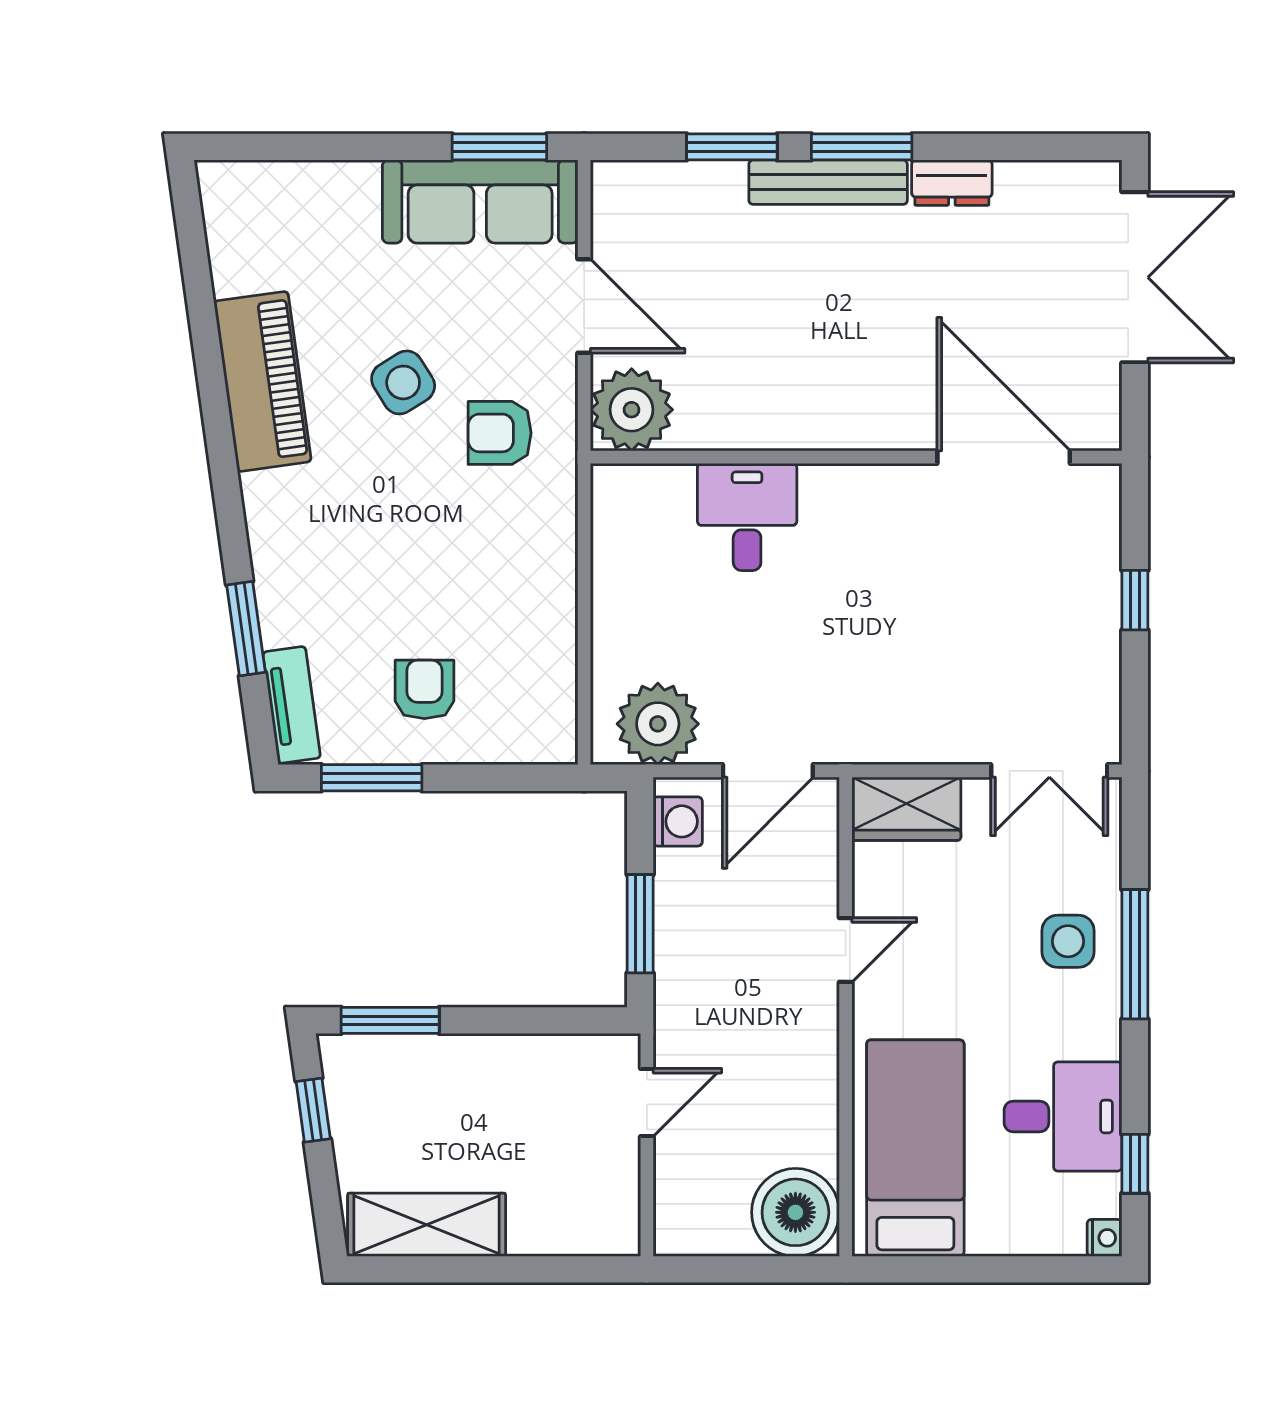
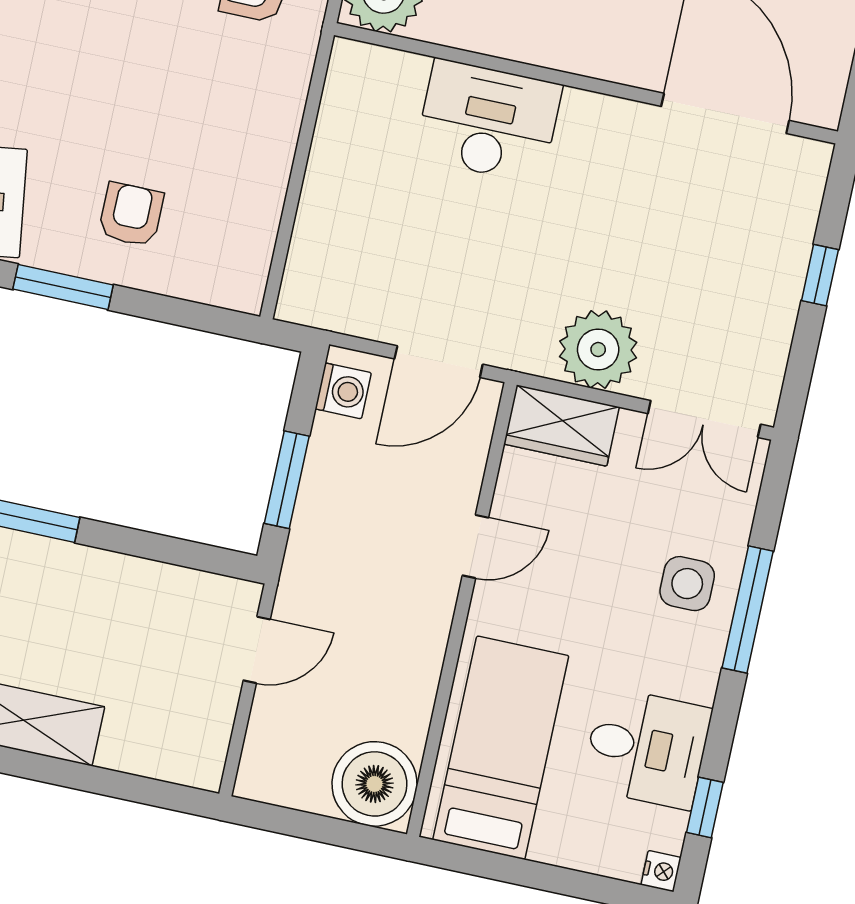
desk: (747, 517) -> (488, 121), width x1.37
plant: (658, 724) -> (598, 349), moved

